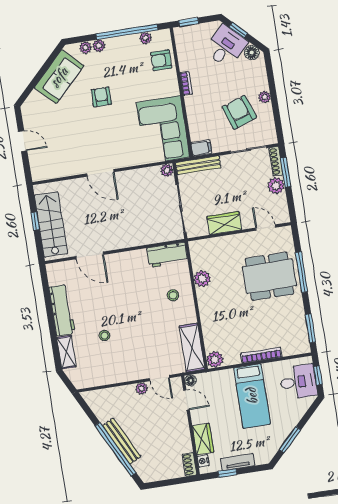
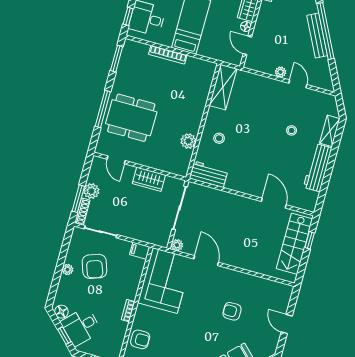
armchair: (101, 97) -> (232, 311), moved, turned 90
bench: (198, 165) -> (149, 238), removed
door: (100, 173) -> (206, 261), moved
window: (35, 221) -> (310, 240), moved
plant: (215, 359) -> (208, 69), removed
door: (159, 378) -> (298, 84), moved
floor lamp: (191, 380) -> (246, 26), moved

